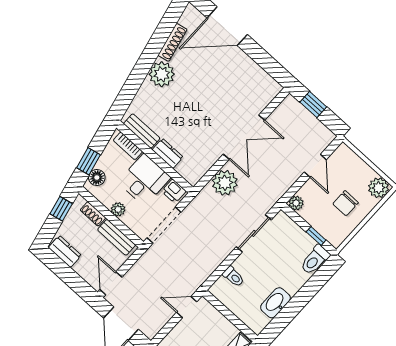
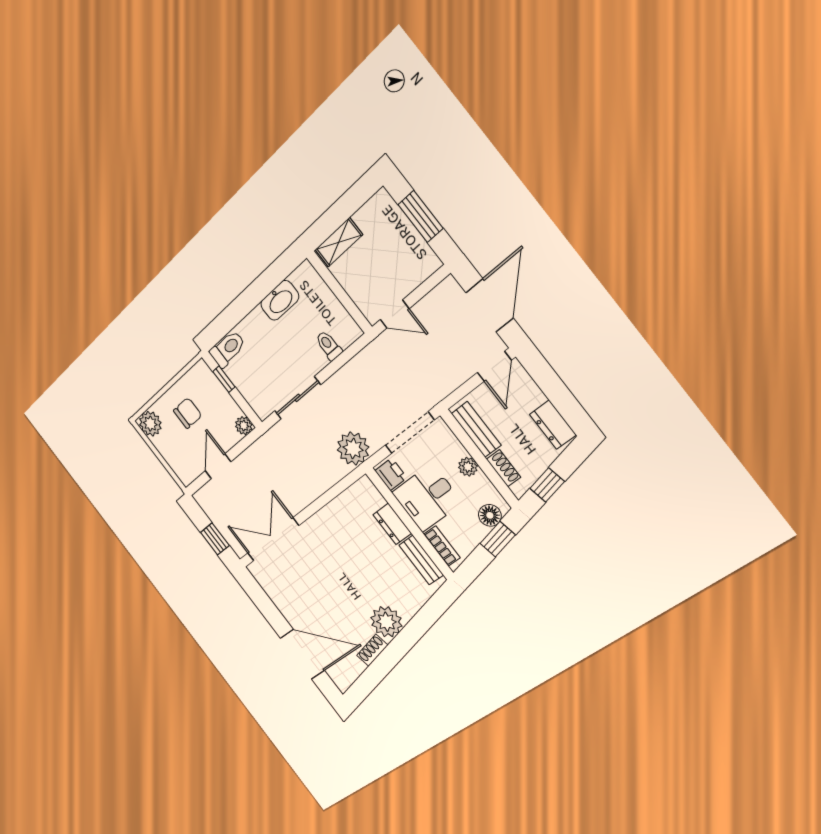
shoe rack: (173, 42) -> (372, 650), width x0.70
double door: (244, 137) -> (273, 539), moved
plant: (225, 183) -> (353, 449), moved

